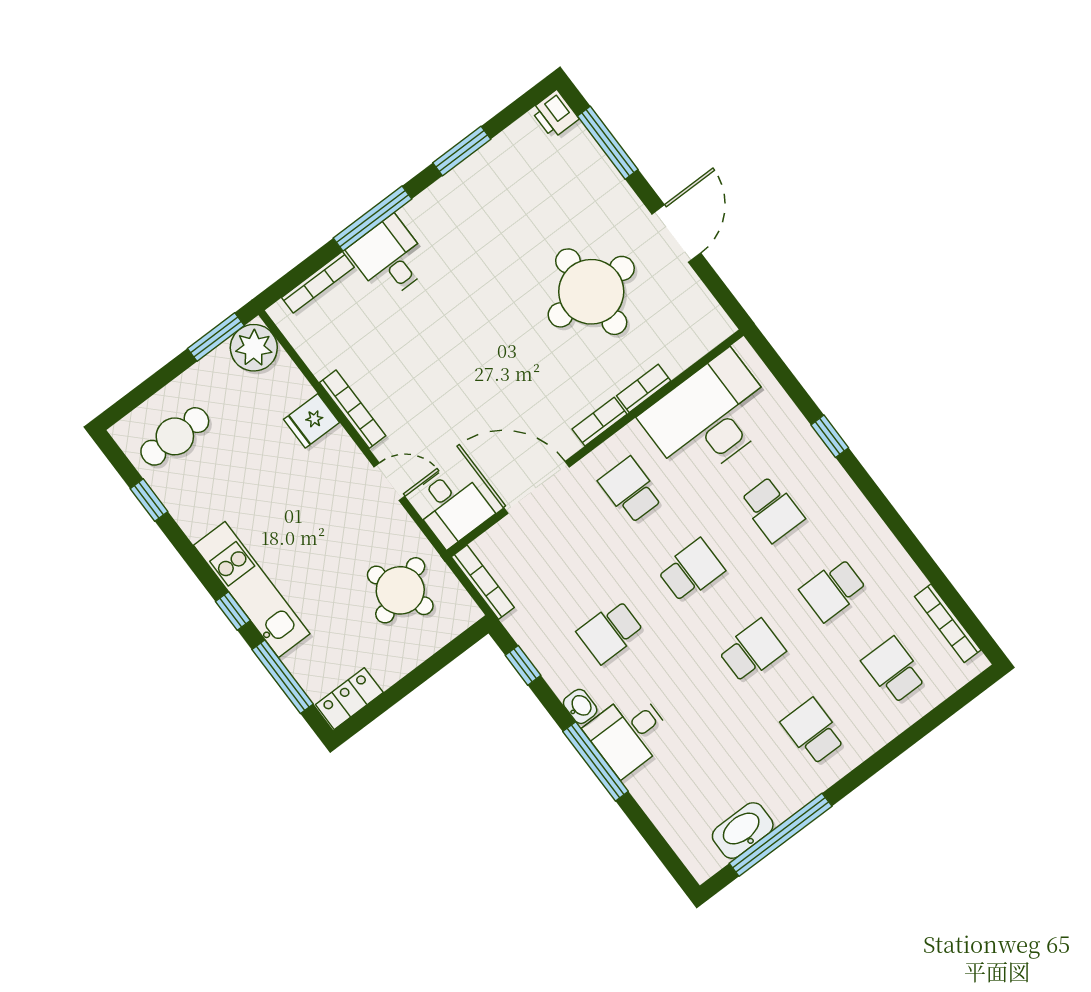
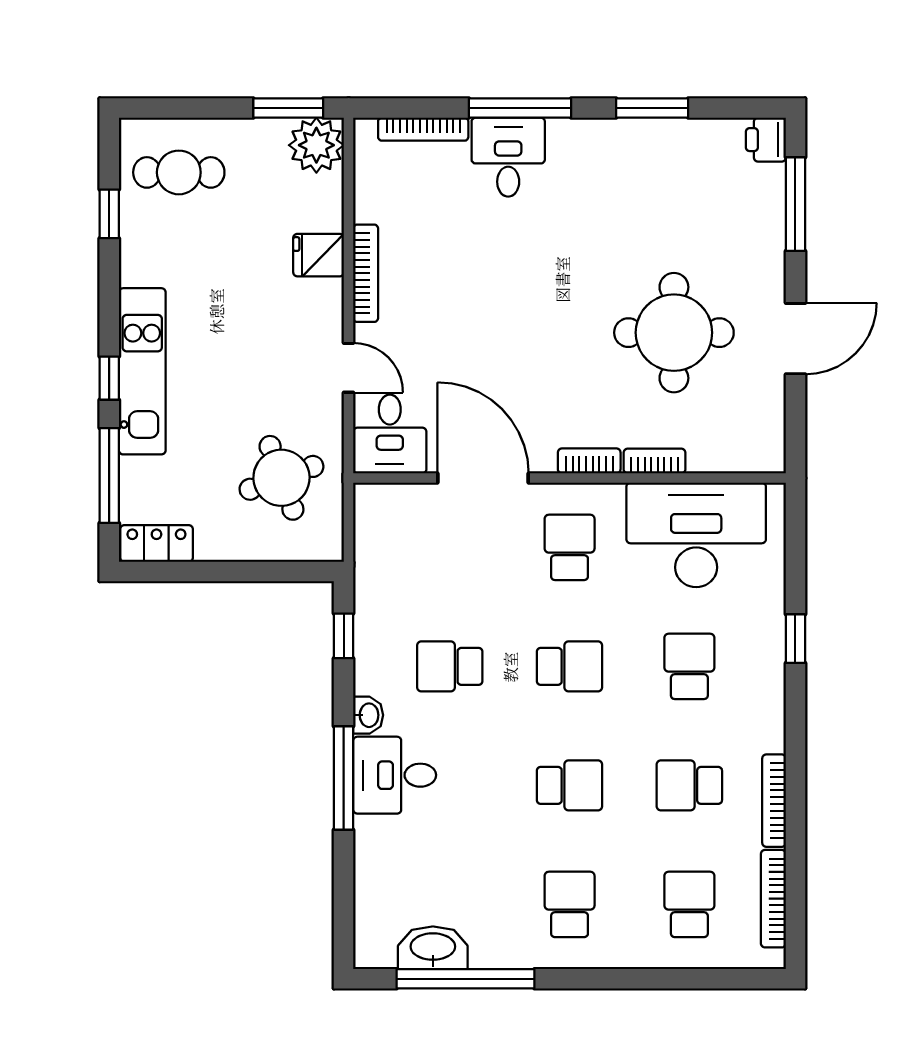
school desk: (772, 509) -> (689, 666), turned 180
bookcase: (483, 582) -> (774, 801), moved, turned 180

